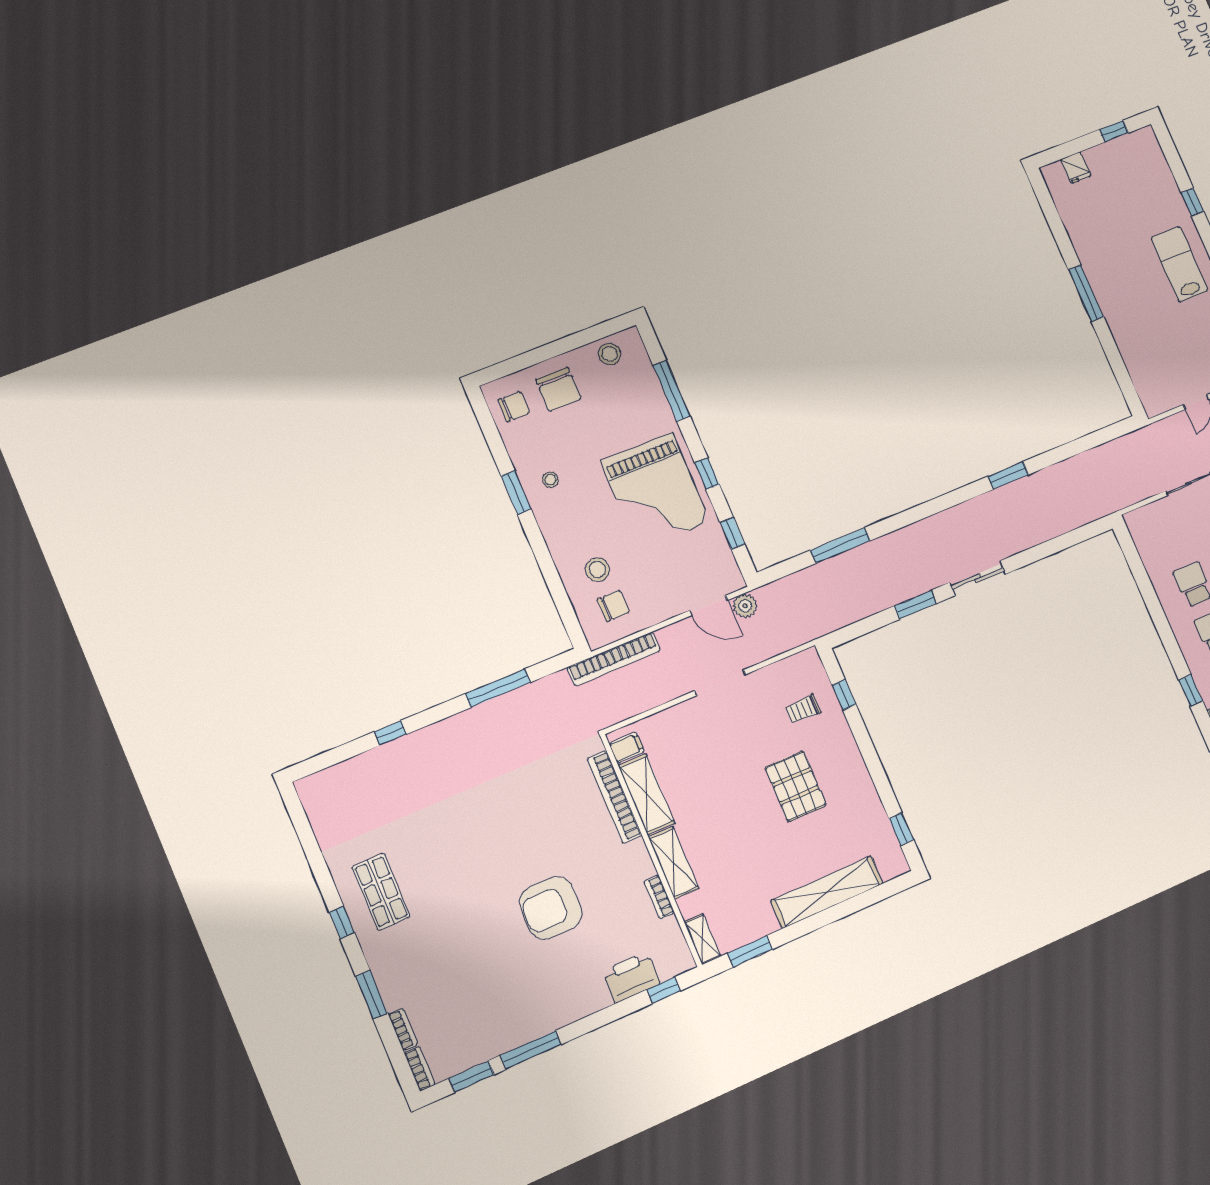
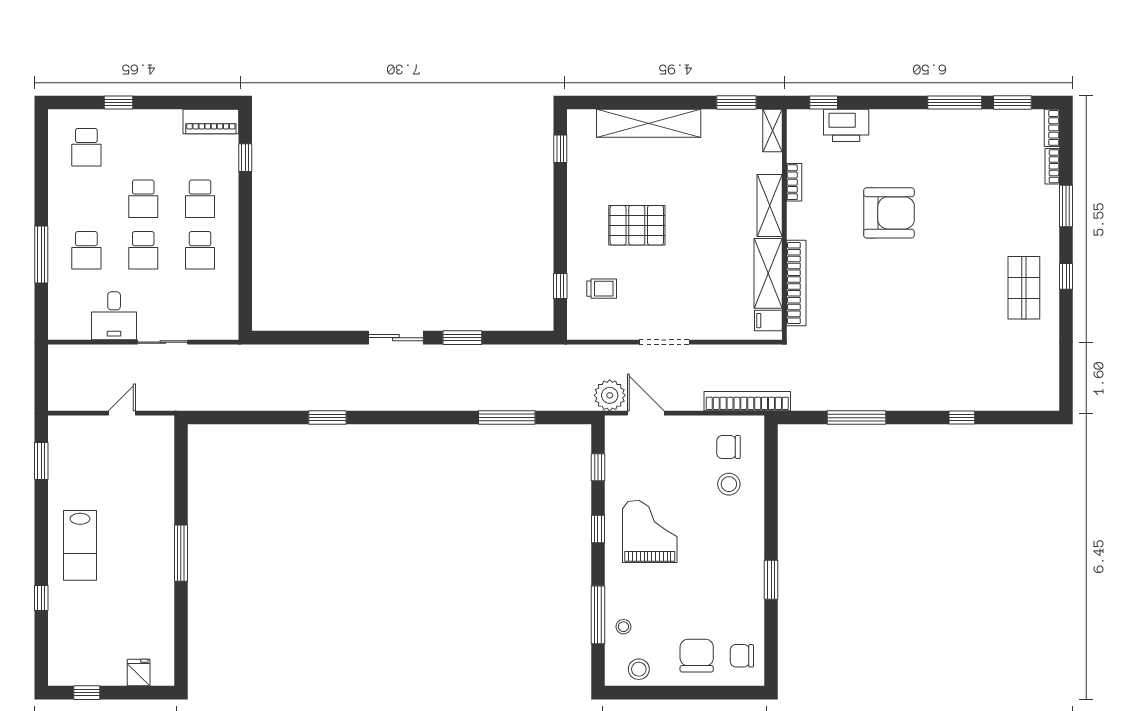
stool: (550, 480) -> (623, 627), moved
grand piano: (656, 492) -> (650, 531), width x0.73, depth x0.68
plant: (745, 606) -> (610, 395), width x1.36, depth x1.36
pallet: (796, 786) -> (637, 225), turned 90

